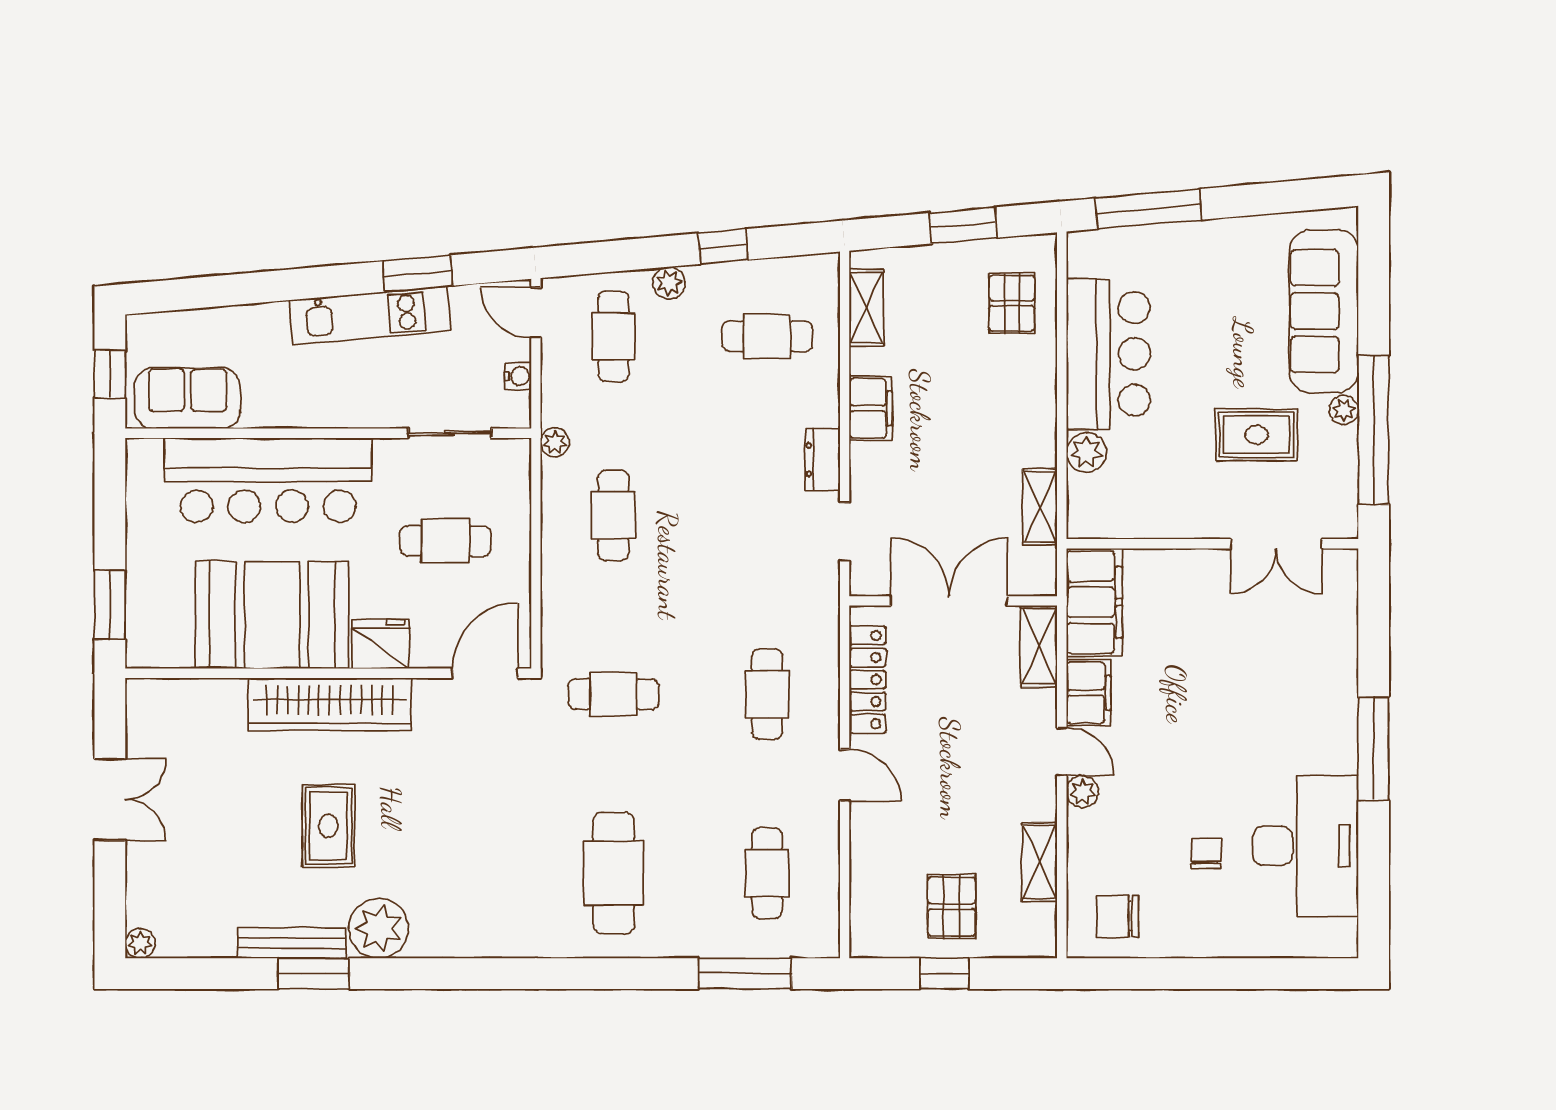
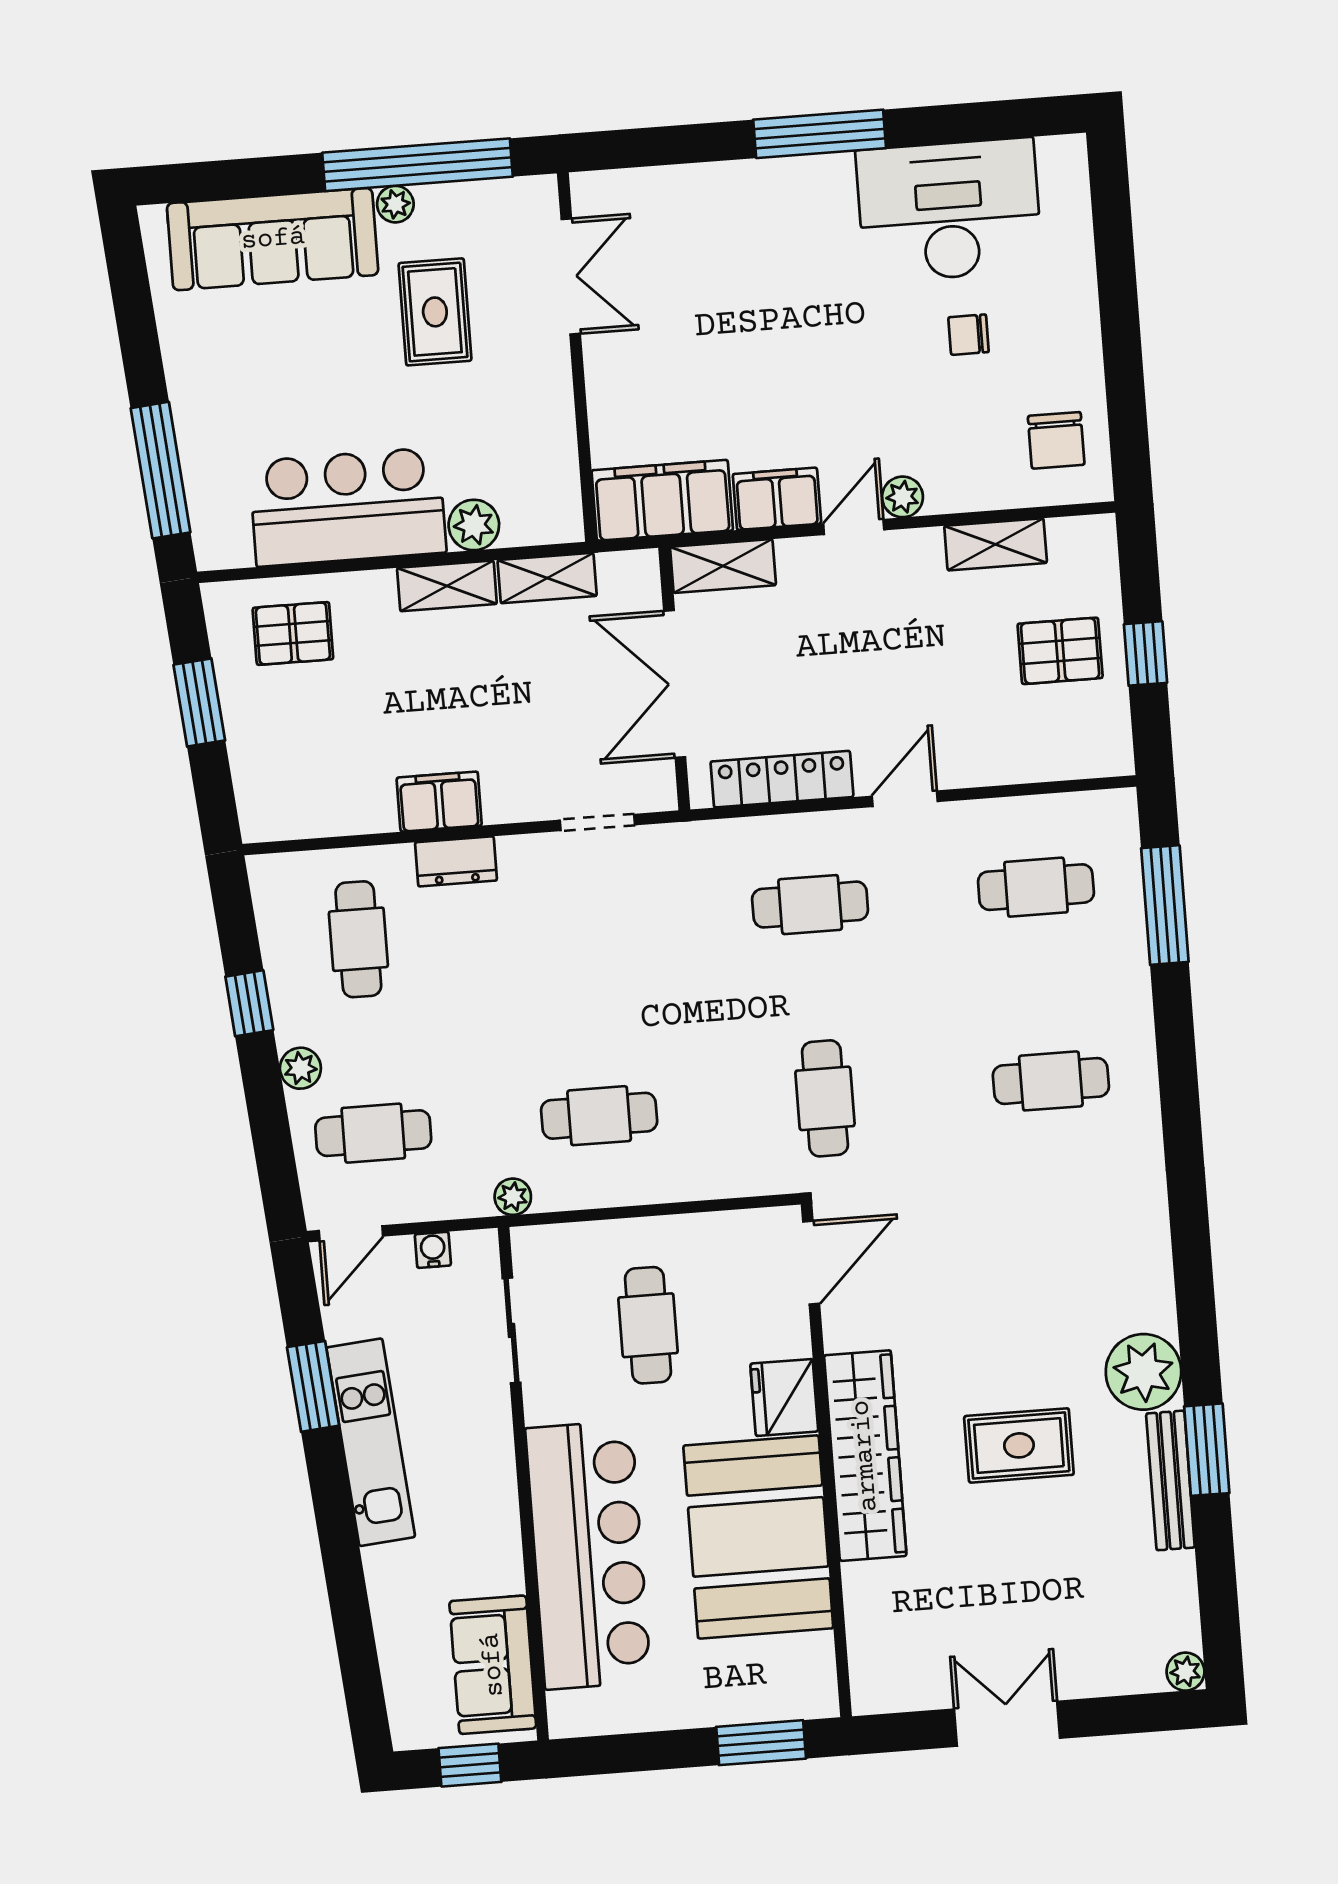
shelving: (866, 308) -> (447, 586), moved
dresser: (822, 460) -> (456, 861), moved
door: (485, 673) -> (811, 1263), swing flipped
cafe table: (613, 873) -> (1051, 1081), width x0.73, depth x0.74

